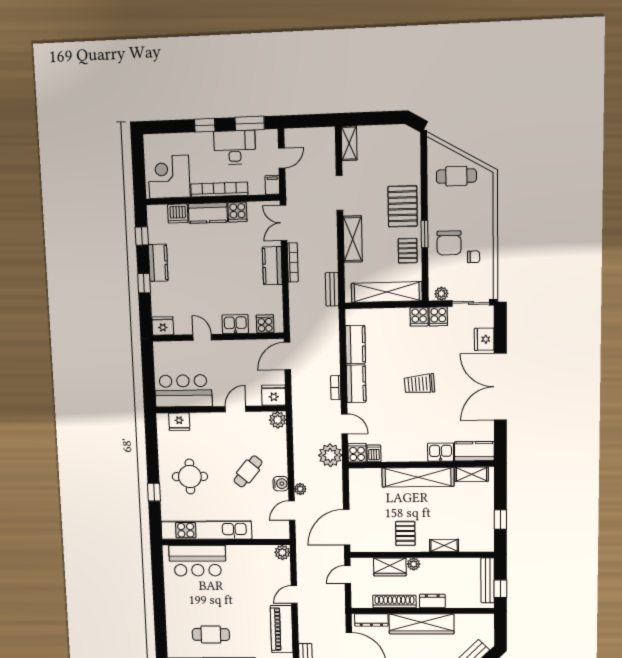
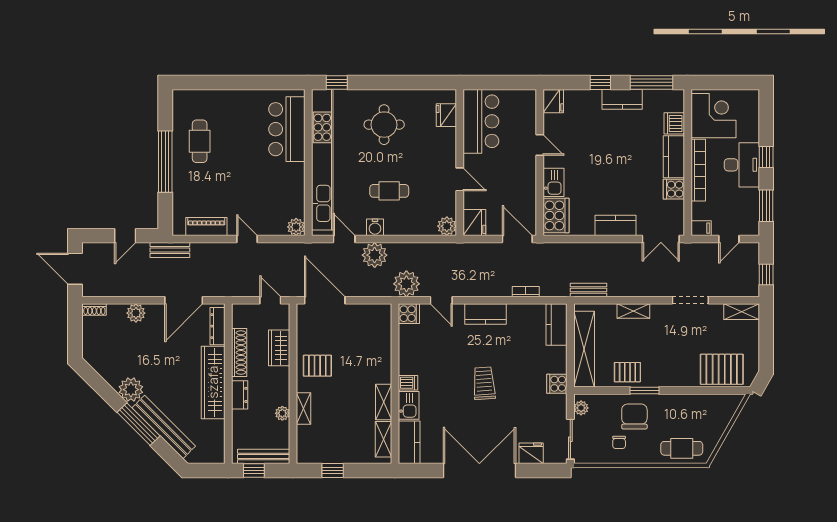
window: (314, 121) -> (766, 275), added
desk: (235, 147) -> (742, 165), moved
door: (282, 158) -> (729, 239), hinge flipped
cafe table: (456, 176) -> (682, 448), moved, turned 90
pallet: (403, 206) -> (722, 369), moved
double door: (284, 223) -> (661, 239), swing flipped
window: (142, 236) -> (652, 82), width x2.17
shelving: (353, 239) -> (633, 311), width x0.67, depth x0.75
chair: (449, 243) -> (634, 416), turned 90
bookcase: (293, 262) -> (619, 248), removed
cooker: (438, 316) -> (557, 404), removed
cooker: (265, 324) -> (556, 216), width x1.87, depth x1.31
door: (202, 337) -> (540, 145), hinge flipped
kitchen counter: (355, 344) -> (557, 325), moved, turned 90
bookcase: (336, 388) -> (526, 292), moved
door: (344, 424) -> (441, 300), hinge flipped
dishwasher: (374, 453) -> (408, 383), moved
cafe table: (248, 471) -> (389, 191), turned -40
shelving: (418, 477) -> (384, 402), width x0.45, depth x0.75
plant: (300, 489) -> (375, 255), width x1.87, depth x1.87
window: (154, 492) -> (337, 82), moved
kitchen unit: (206, 530) -> (322, 160), width x1.36
plant: (414, 564) -> (282, 413), moved
piano: (282, 629) -> (206, 226), width x0.73, depth x0.75

